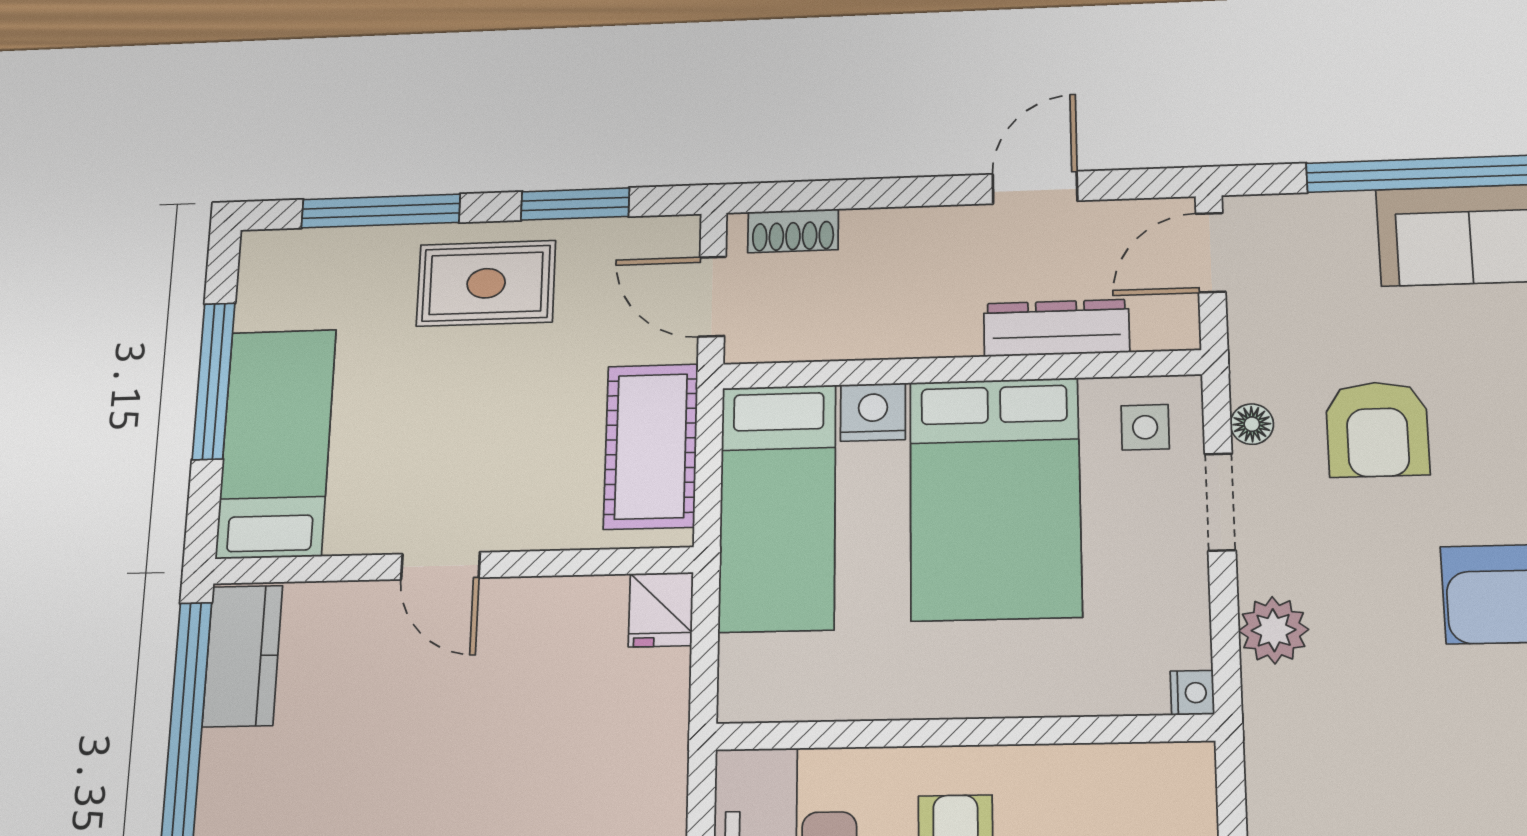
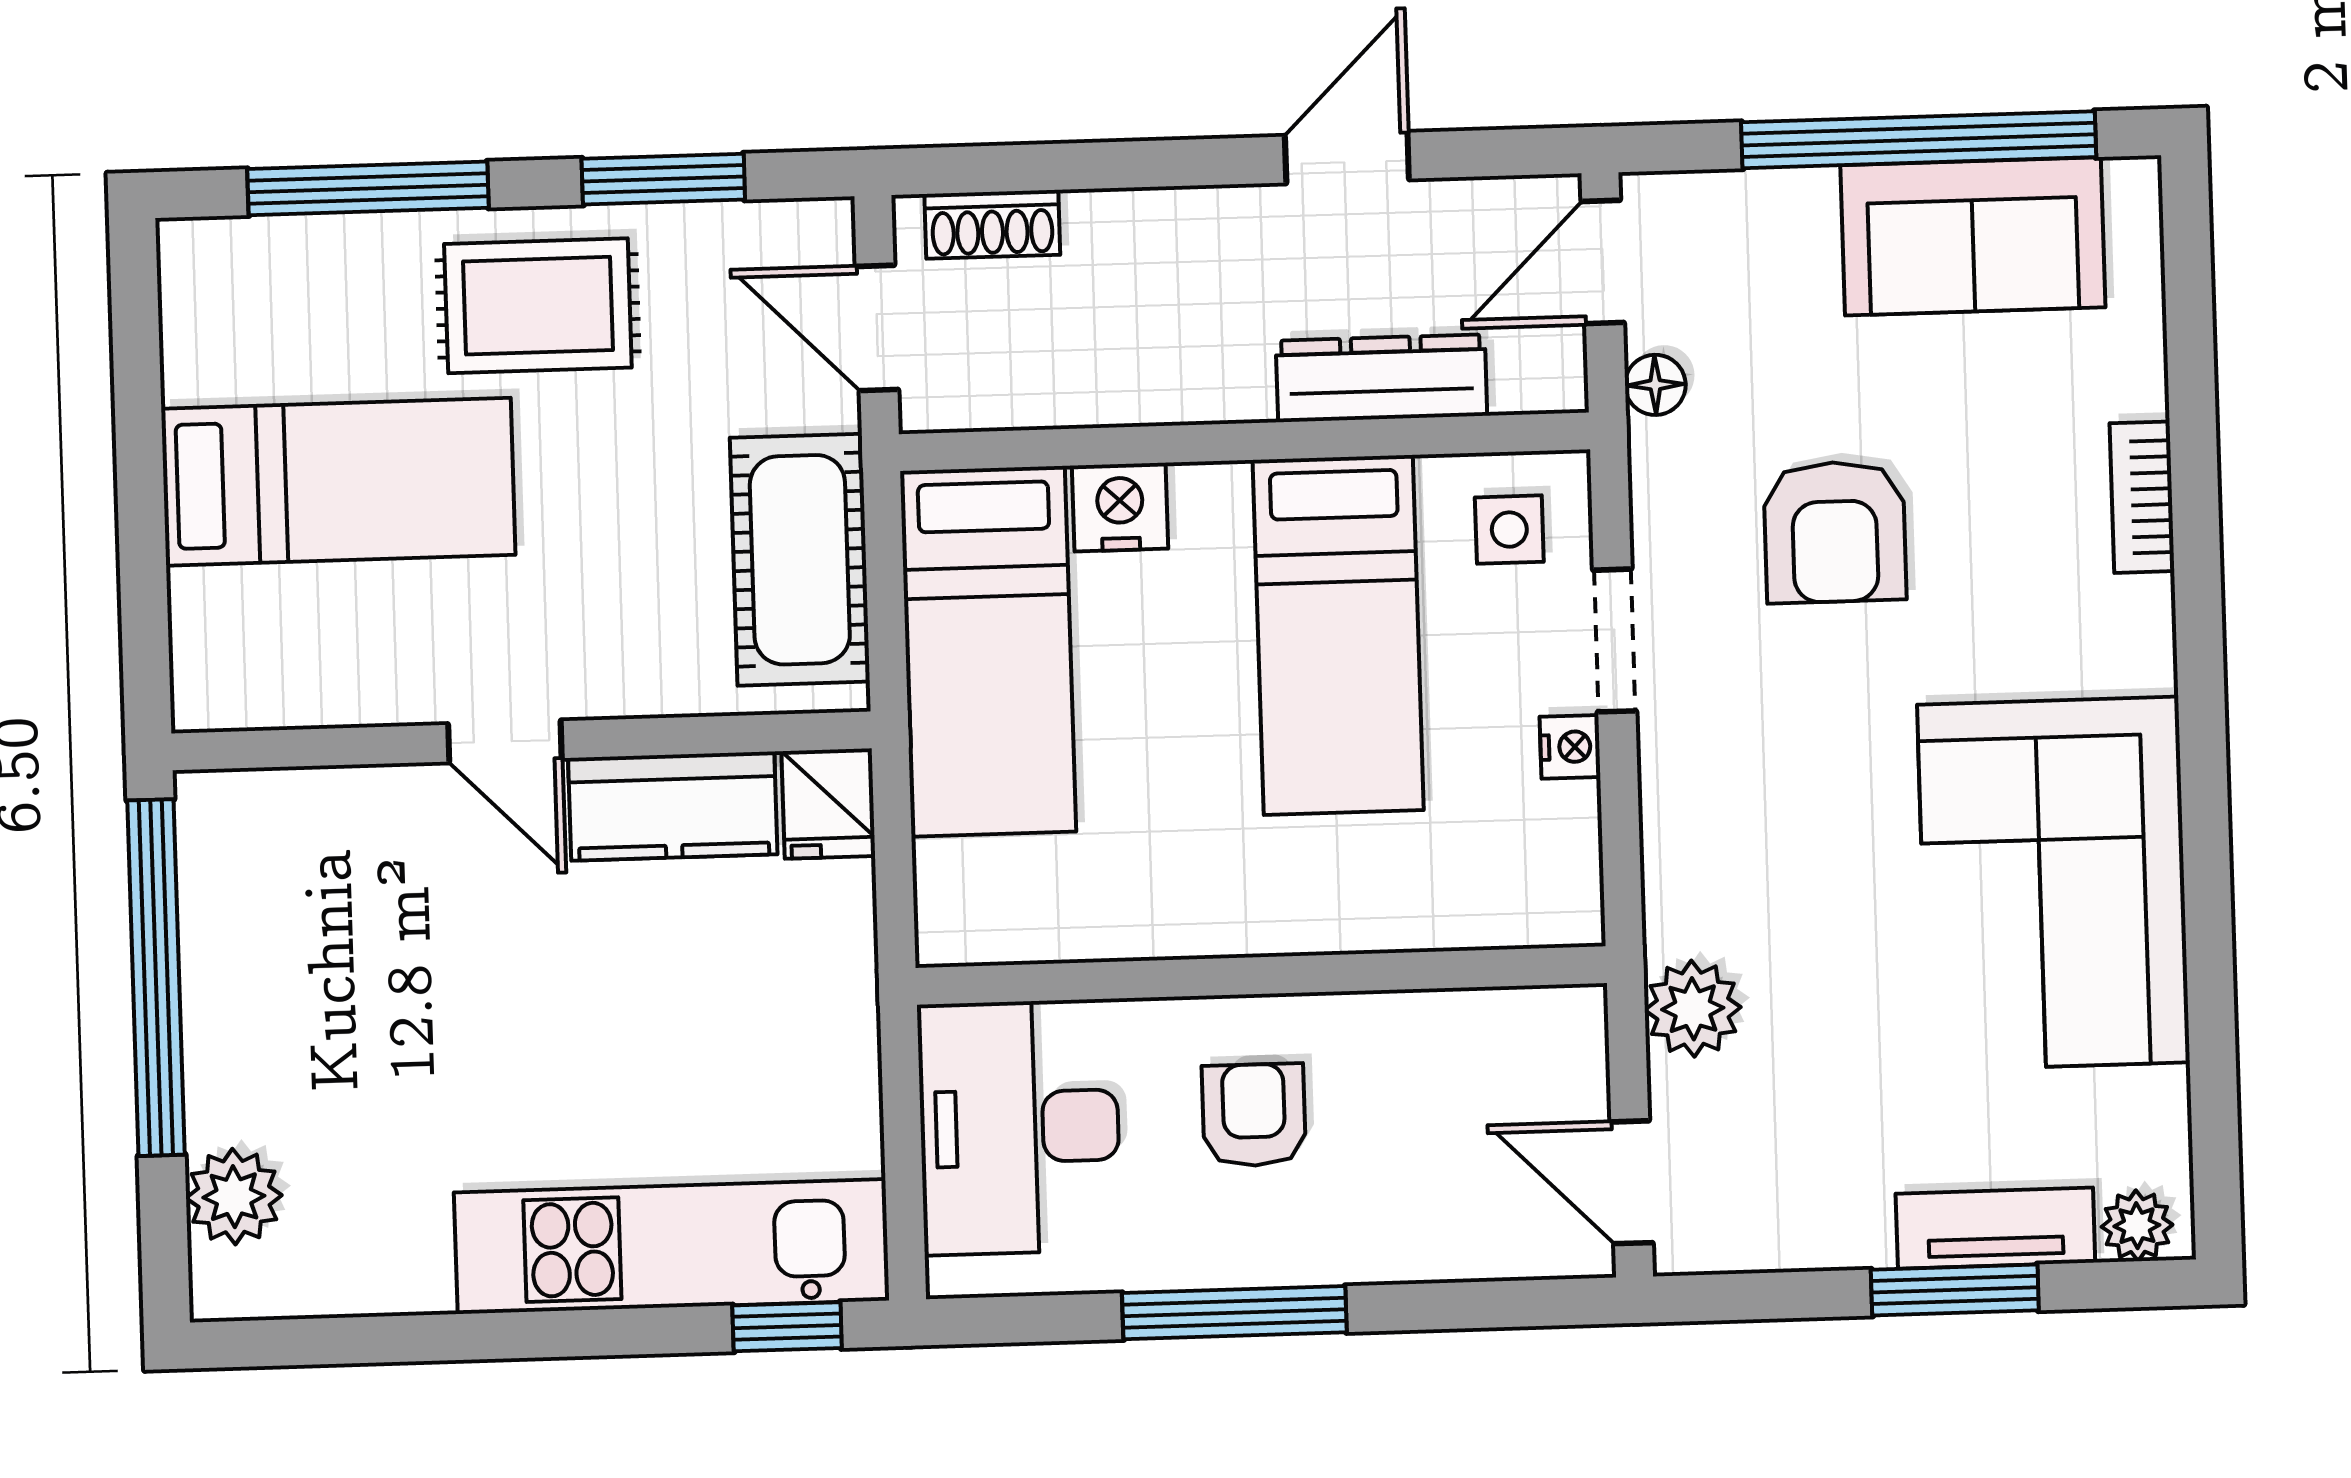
window: (214, 381) -> (140, 459), removed
floor lamp: (1252, 424) -> (1655, 385), moved
bed: (276, 443) -> (338, 482), moved, turned 90
bed: (995, 498) -> (1338, 635), width x0.67
plant: (1274, 630) -> (1693, 1009), moved
kitchen counter: (242, 656) -> (673, 806), moved, turned 90
nightstand: (1192, 693) -> (1570, 747), moved

